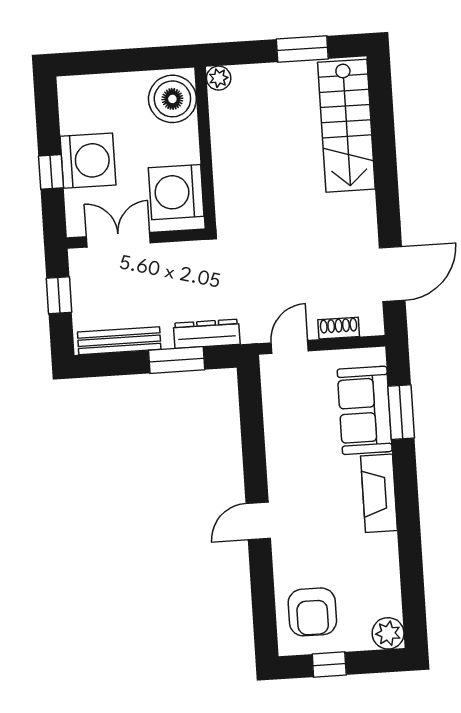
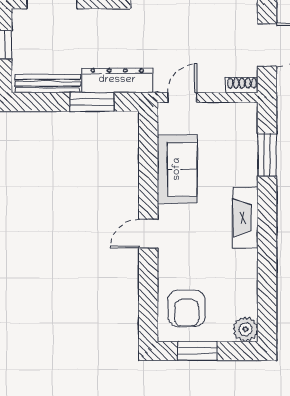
shoe rack: (339, 328) -> (242, 85), moved
dresser: (207, 334) -> (117, 80), width x1.37, depth x1.24
sofa: (365, 410) -> (177, 169), moved, turned 180
window: (329, 665) -> (197, 351), width x1.50

